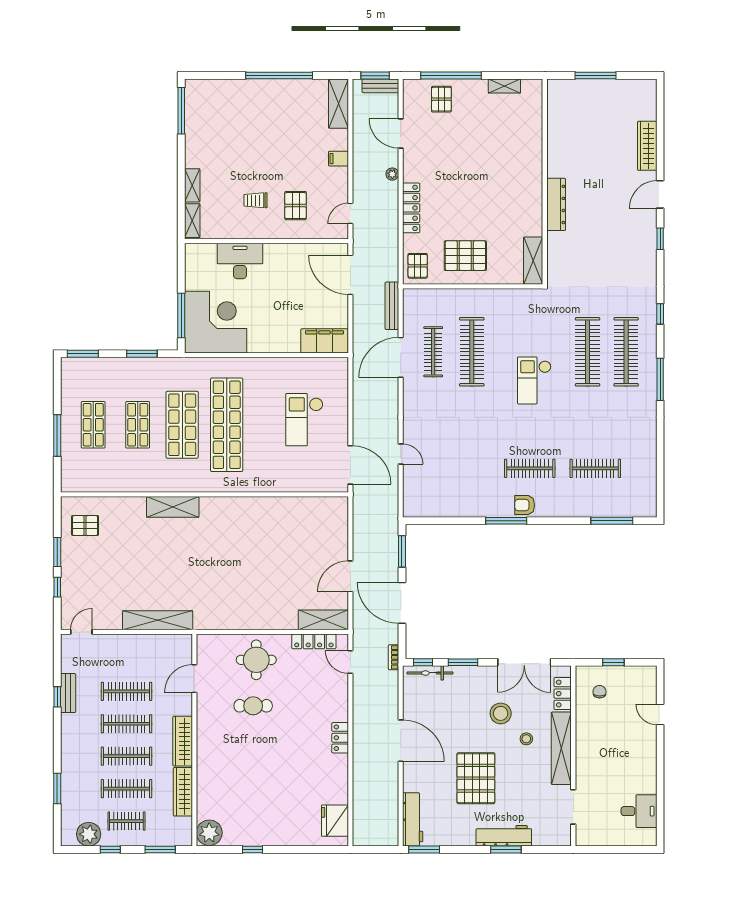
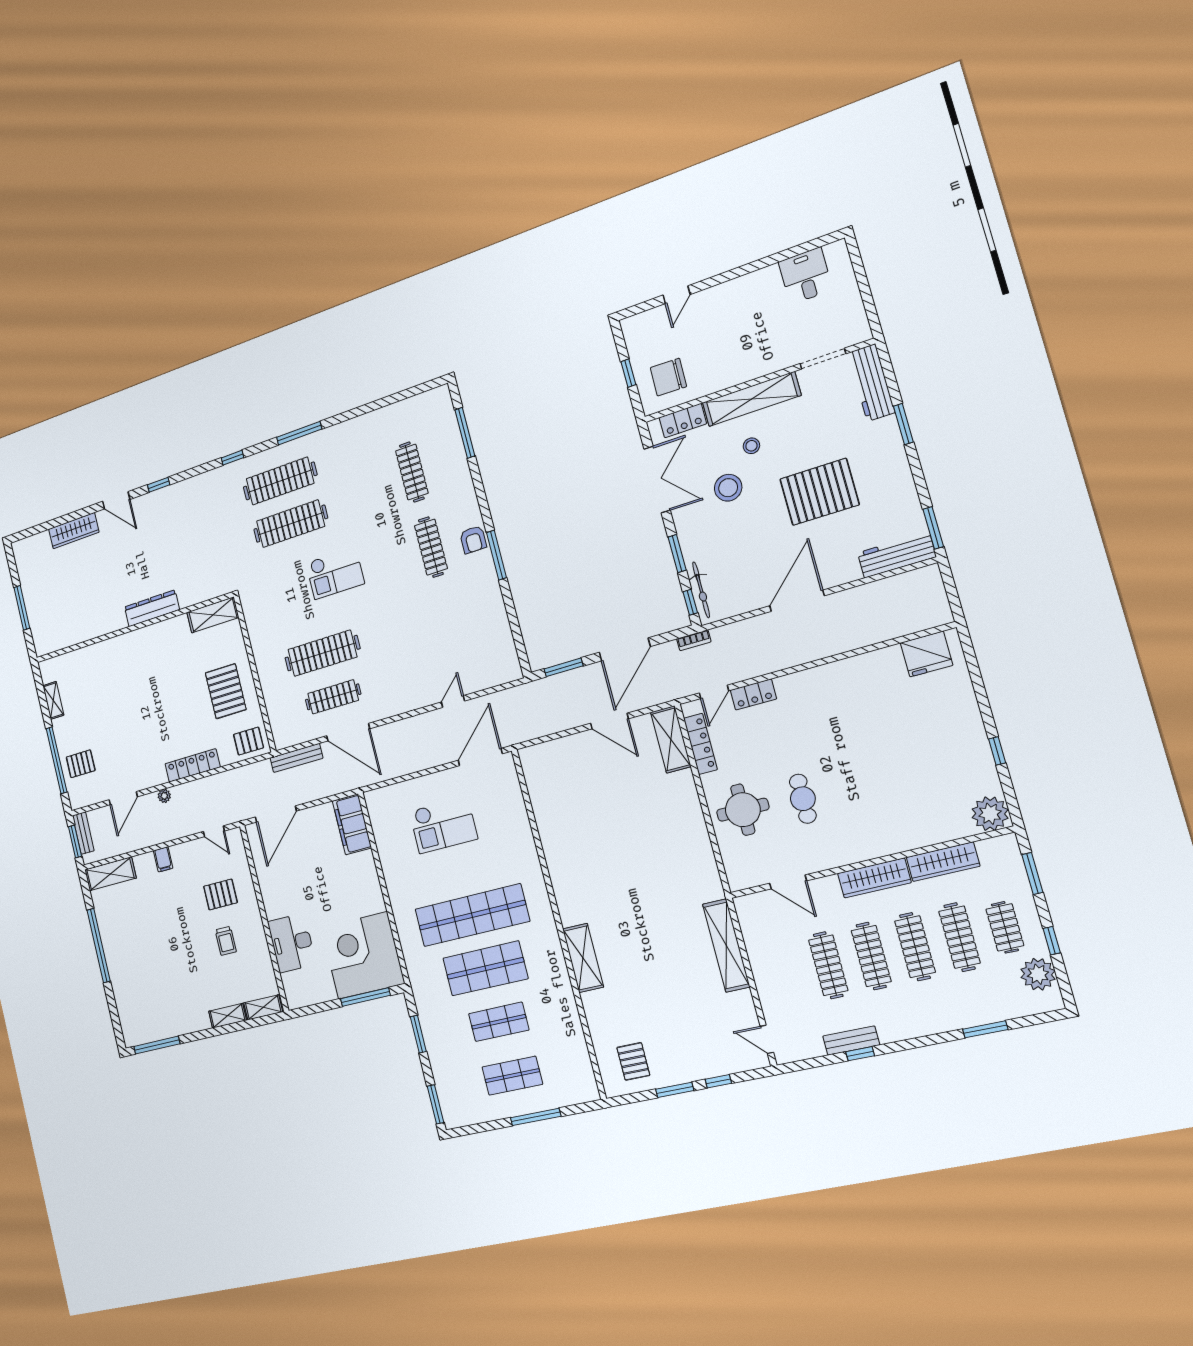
chair: (599, 692) -> (668, 377), width x1.87, depth x1.87
locker: (340, 738) -> (753, 695), moved
workbench: (504, 836) -> (871, 383), moved

